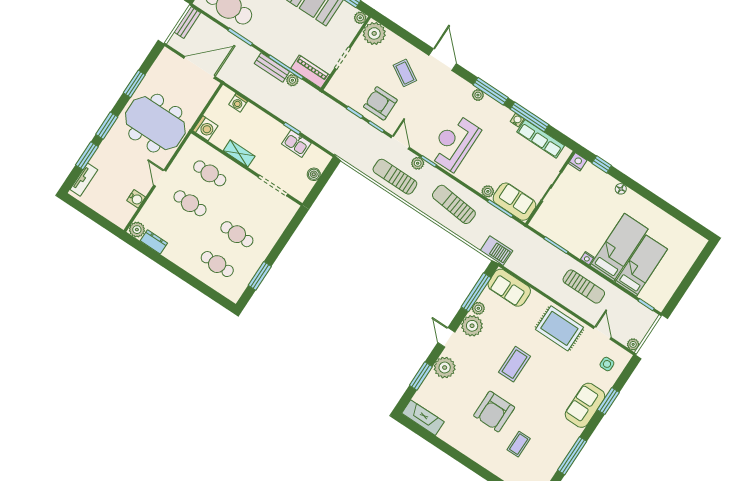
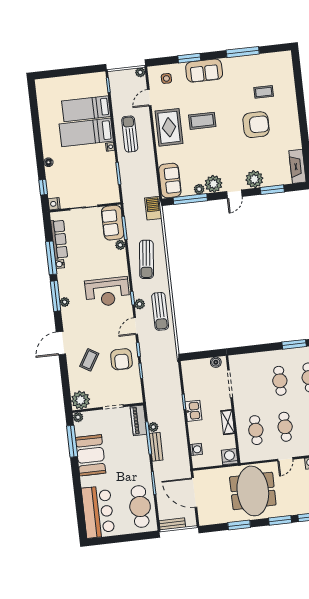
kitchen sink: (296, 144) -> (193, 411), moved
boiler: (314, 174) -> (216, 362), moved
coffee table: (514, 364) -> (202, 121), moved

